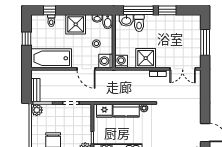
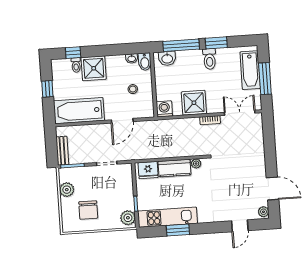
toilet: (139, 23) -> (209, 59), moved
shower: (76, 24) -> (94, 68), moved
bathtub: (194, 35) -> (250, 70), added
washing machine: (106, 61) -> (146, 109), removed
door: (86, 69) -> (122, 121), hinge flipped
double door: (183, 69) -> (240, 113), swing flipped
plant: (37, 110) -> (67, 190), moved

